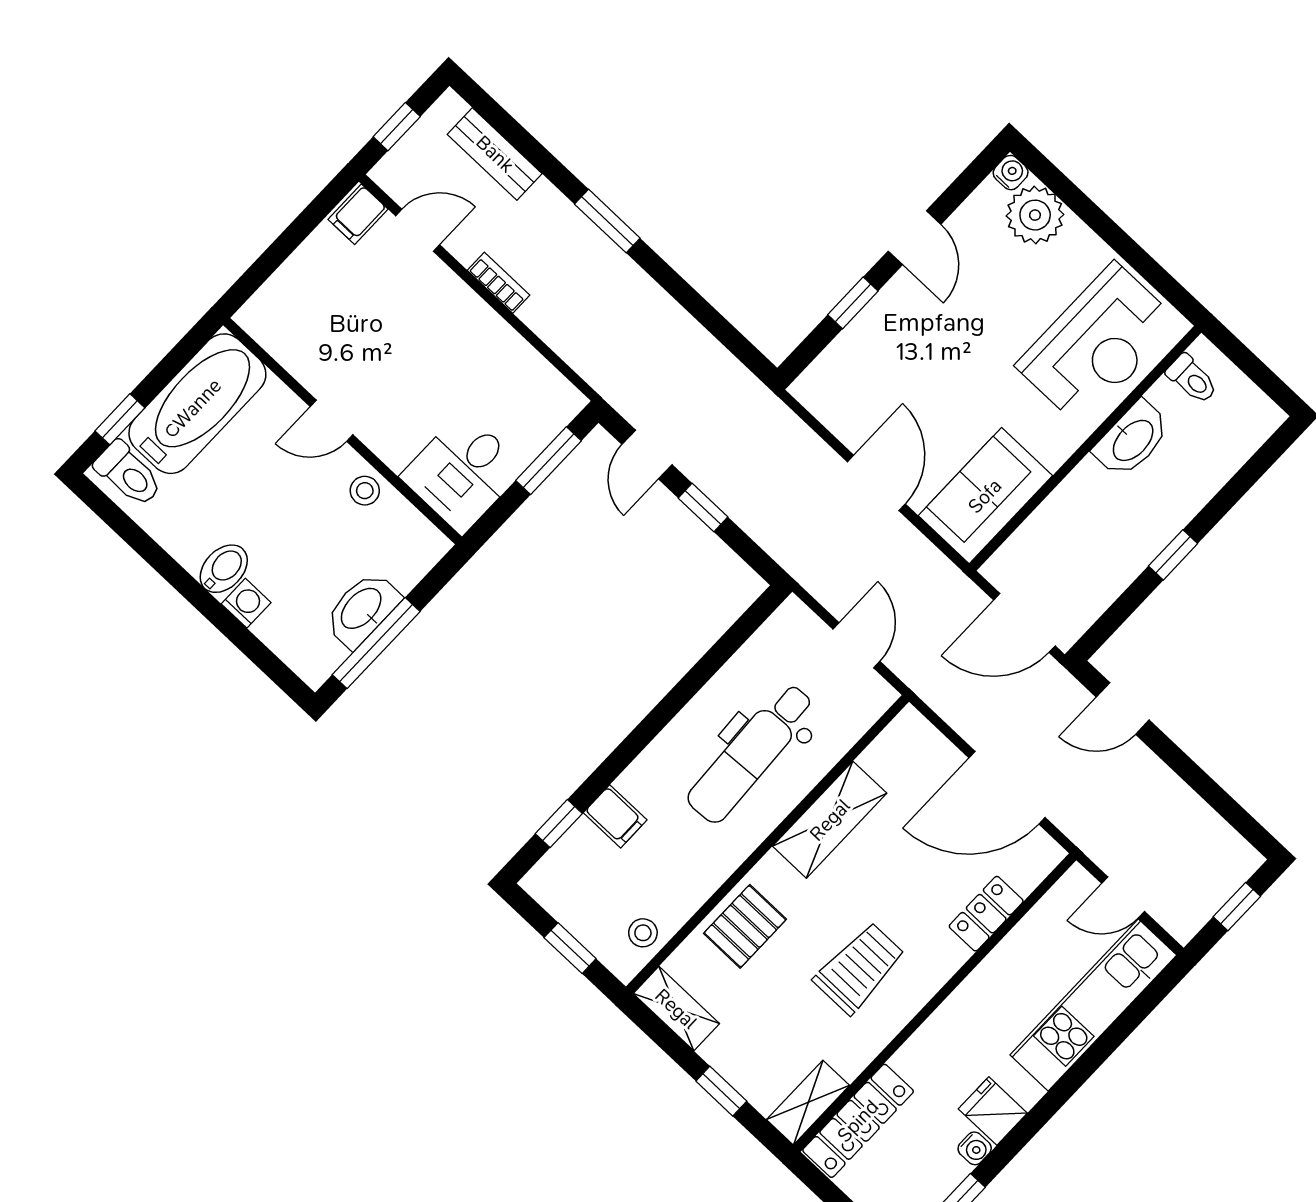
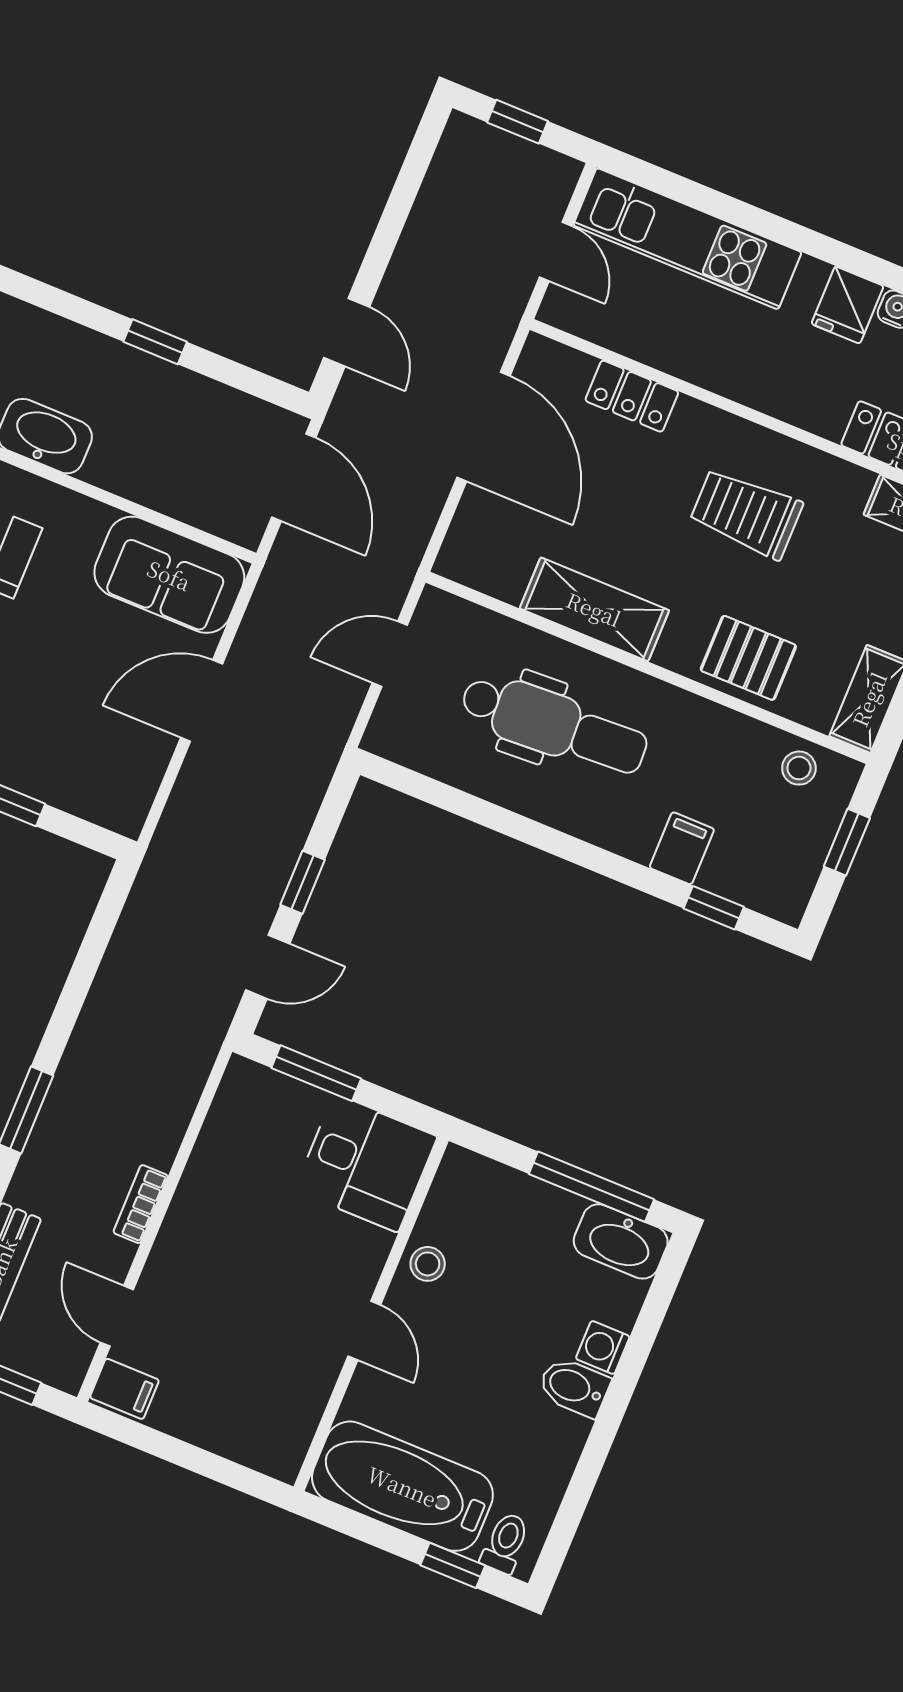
toilet: (128, 474) -> (505, 1543), width x0.73, depth x0.72
washbasin: (362, 609) -> (621, 1241), moved

